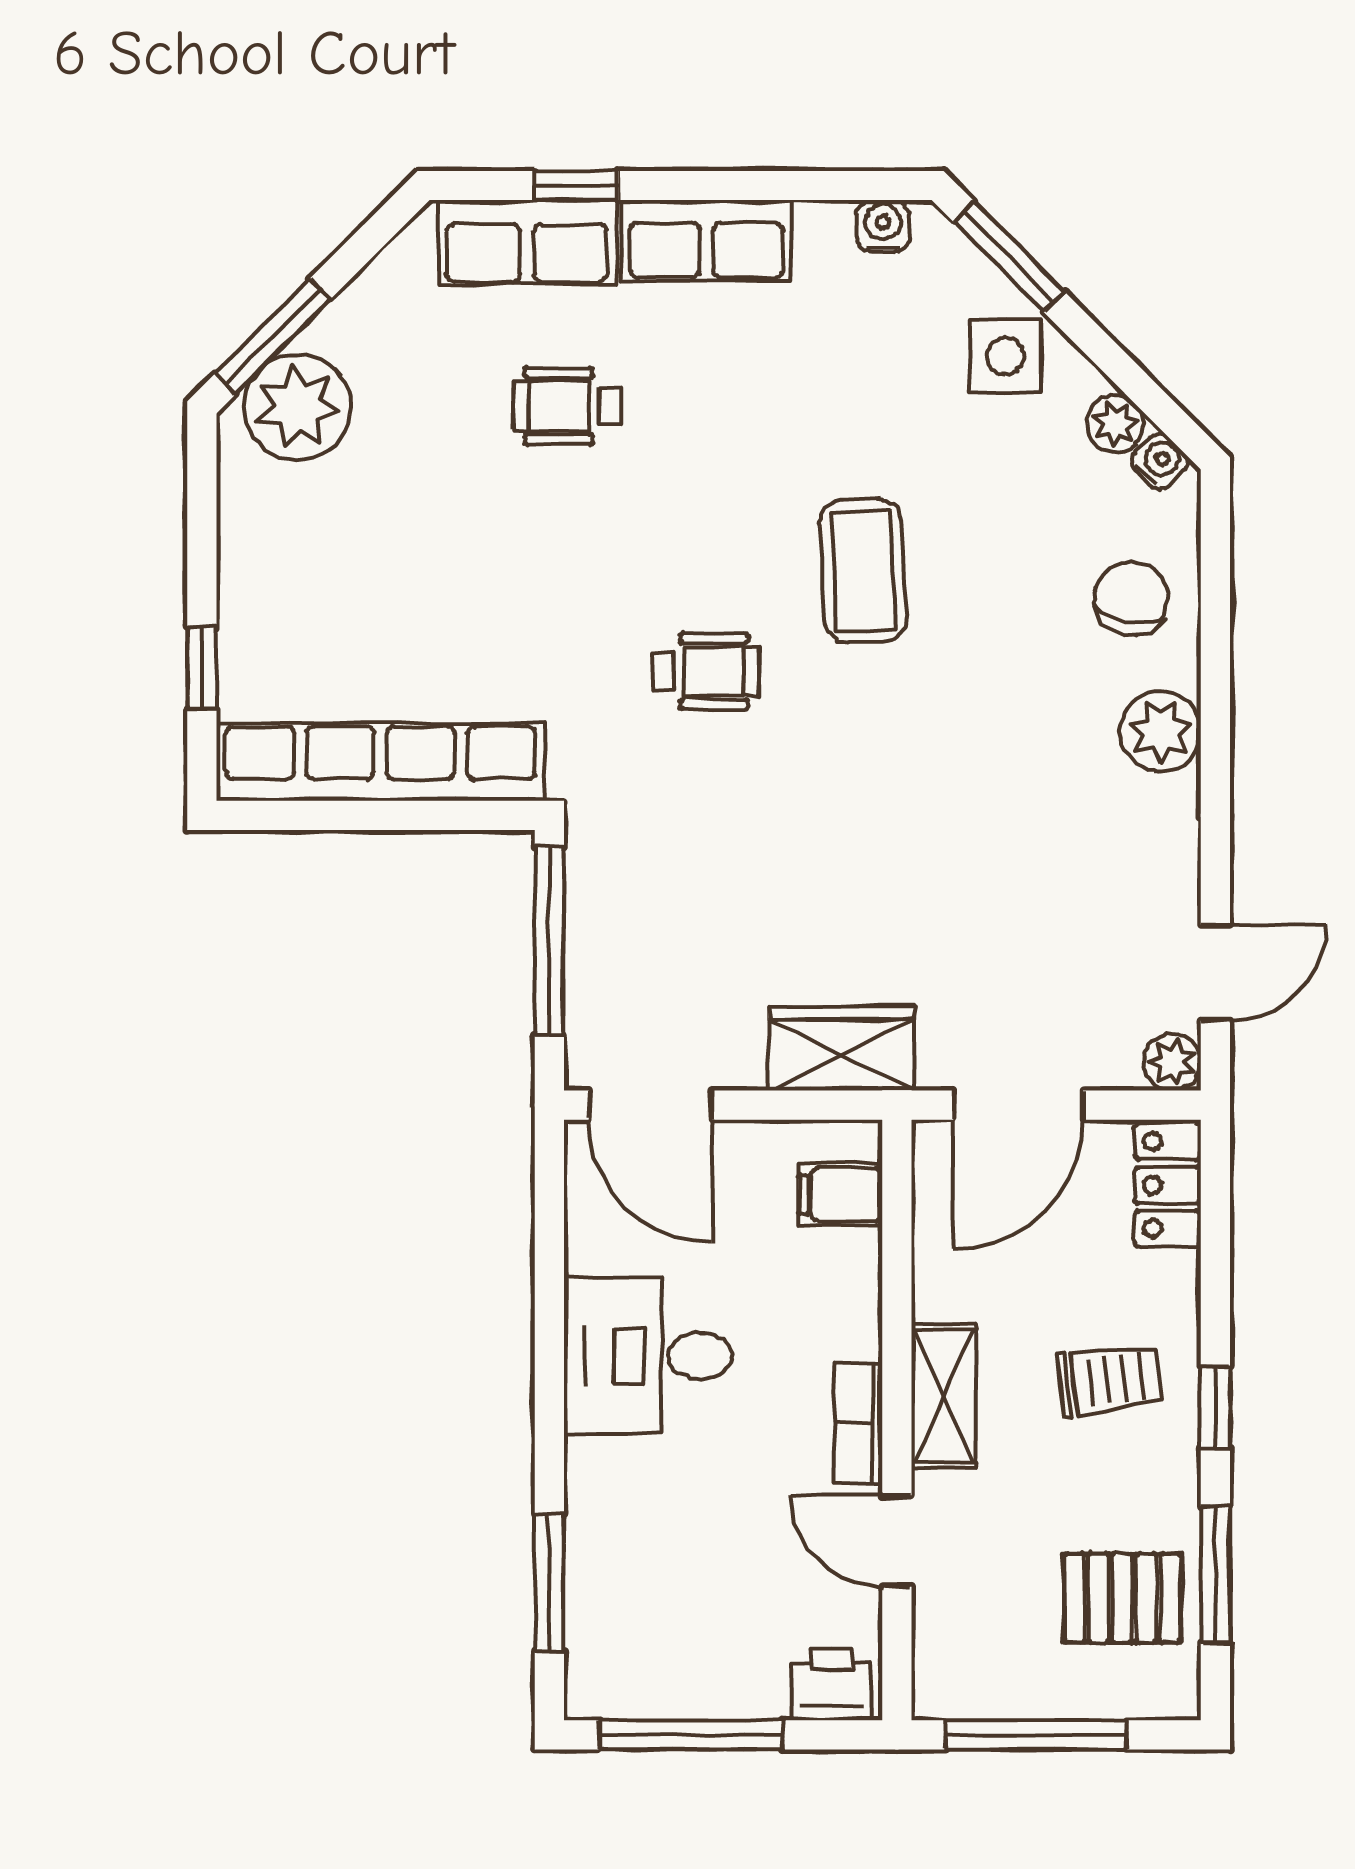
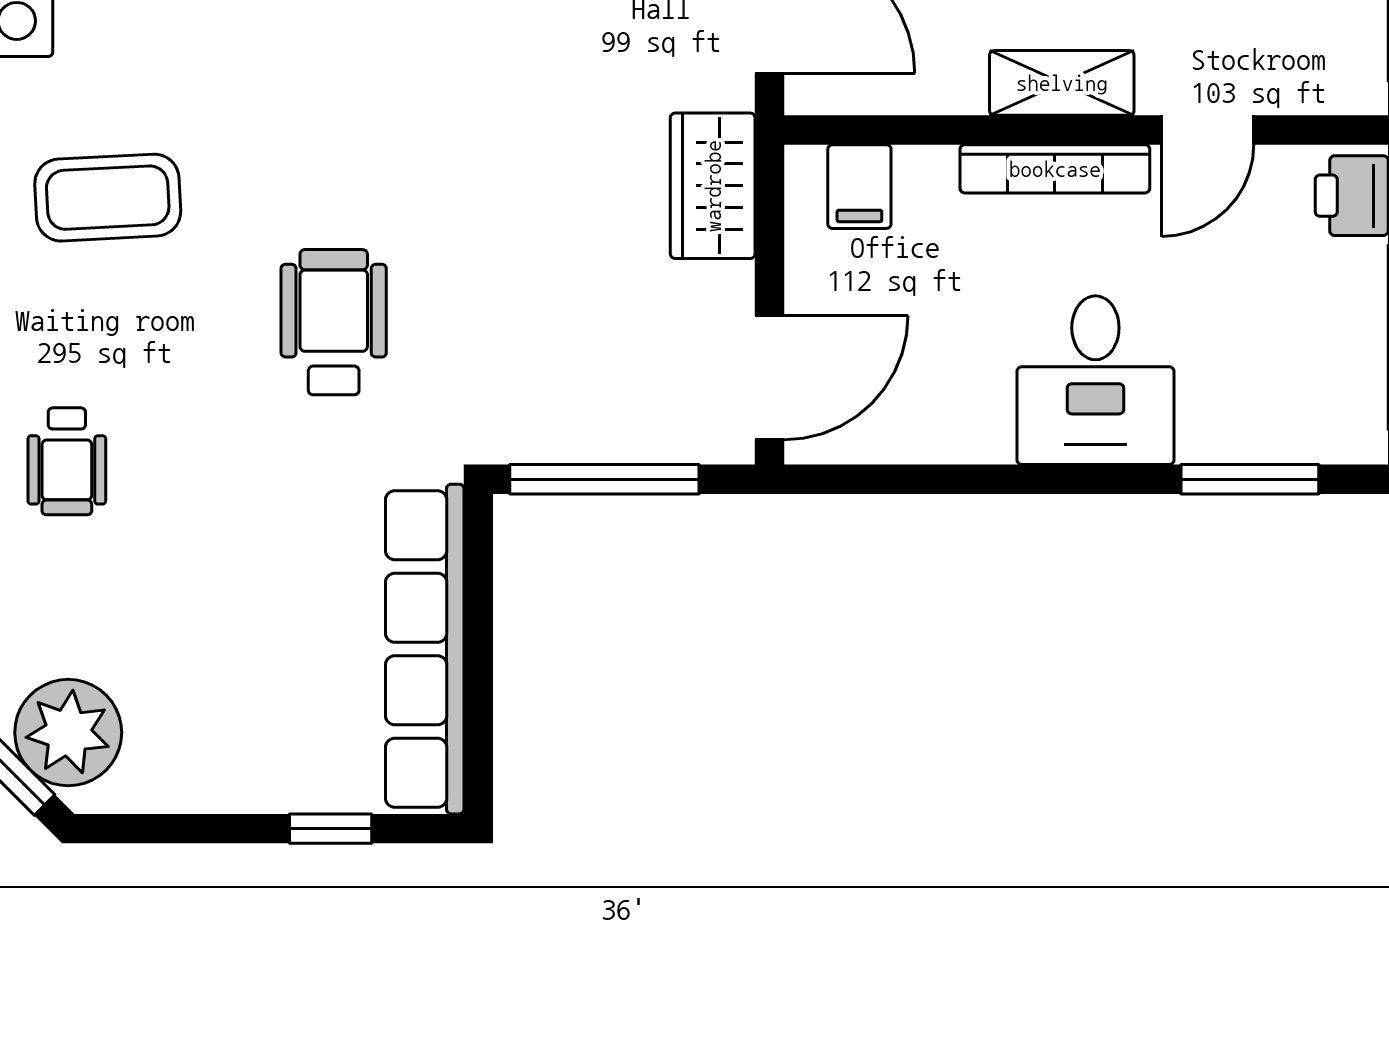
coffee table: (863, 571) -> (108, 198), moved
wheelchair: (706, 671) -> (334, 322), width x1.36, depth x1.37
desk: (648, 1356) -> (1095, 380), moved
bookcase: (858, 1423) -> (1055, 169), width x1.56

